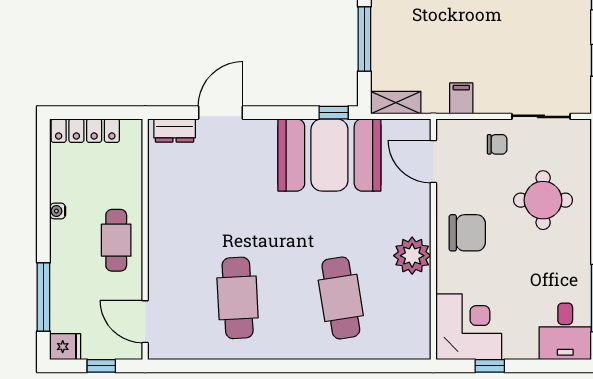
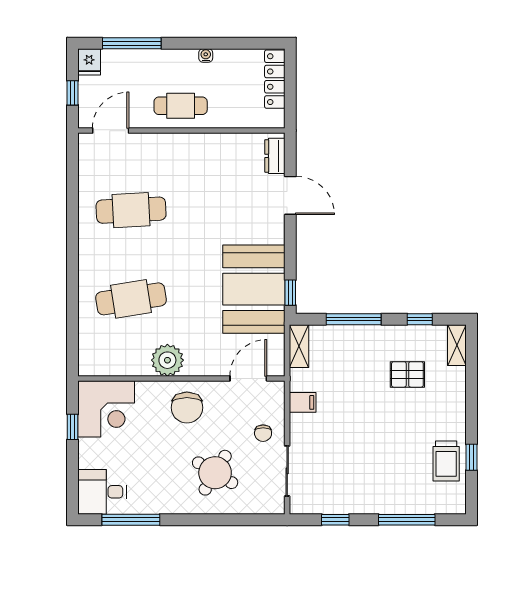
round table: (543, 200) -> (215, 473), turned 31

